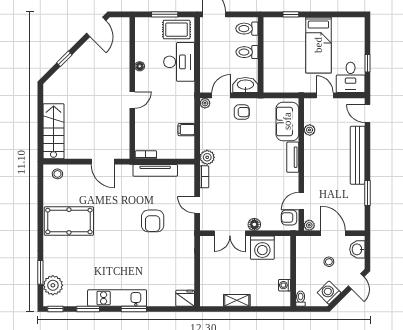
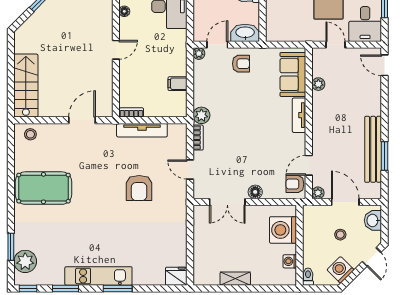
bench: (358, 155) -> (373, 149), moved
door: (103, 162) -> (82, 120), swing flipped
washing machine: (262, 248) -> (283, 230), moved, turned 90

